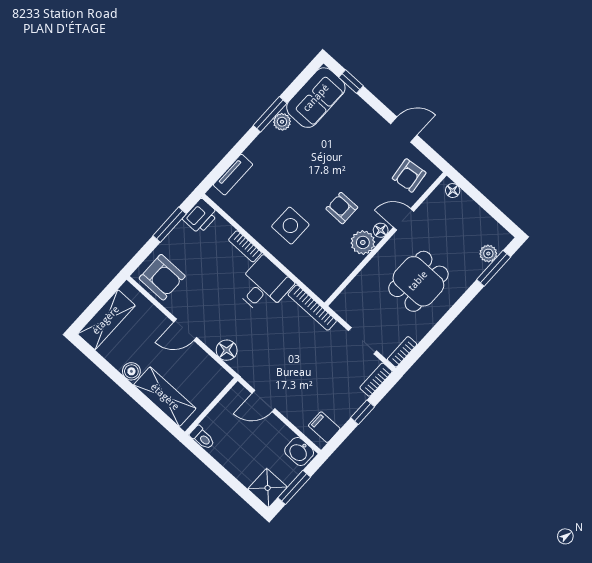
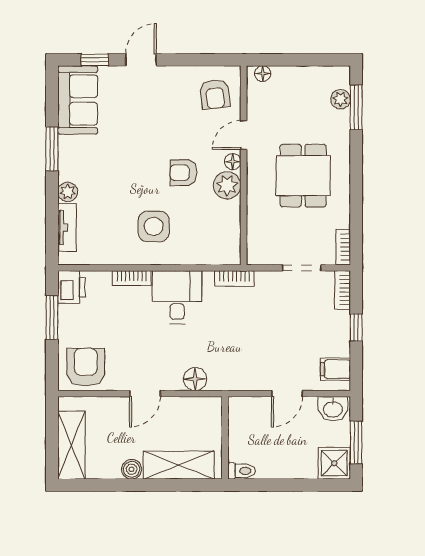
plant: (282, 122) -> (68, 192), moved
door: (404, 130) -> (141, 60), moved
armchair: (162, 277) -> (86, 367), turned -90
bookcase: (312, 308) -> (234, 278), width x0.64
door: (263, 401) -> (287, 394), moved

